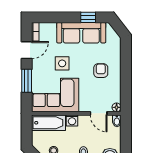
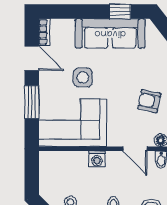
door: (27, 50) -> (32, 58), hinge flipped
armchair: (101, 71) -> (149, 101), moved, turned -78
bathtub: (48, 123) -> (63, 162), removed

